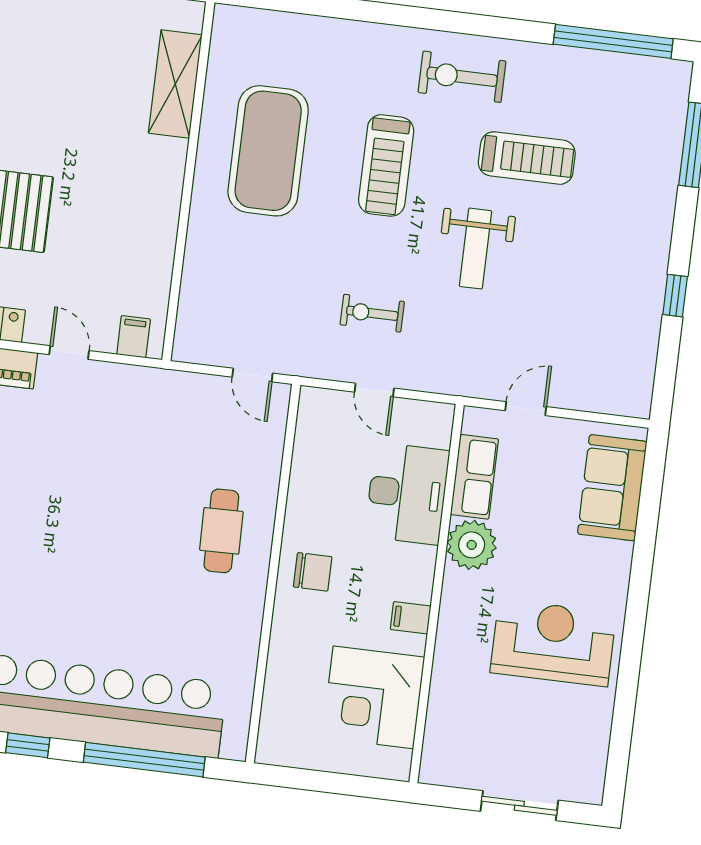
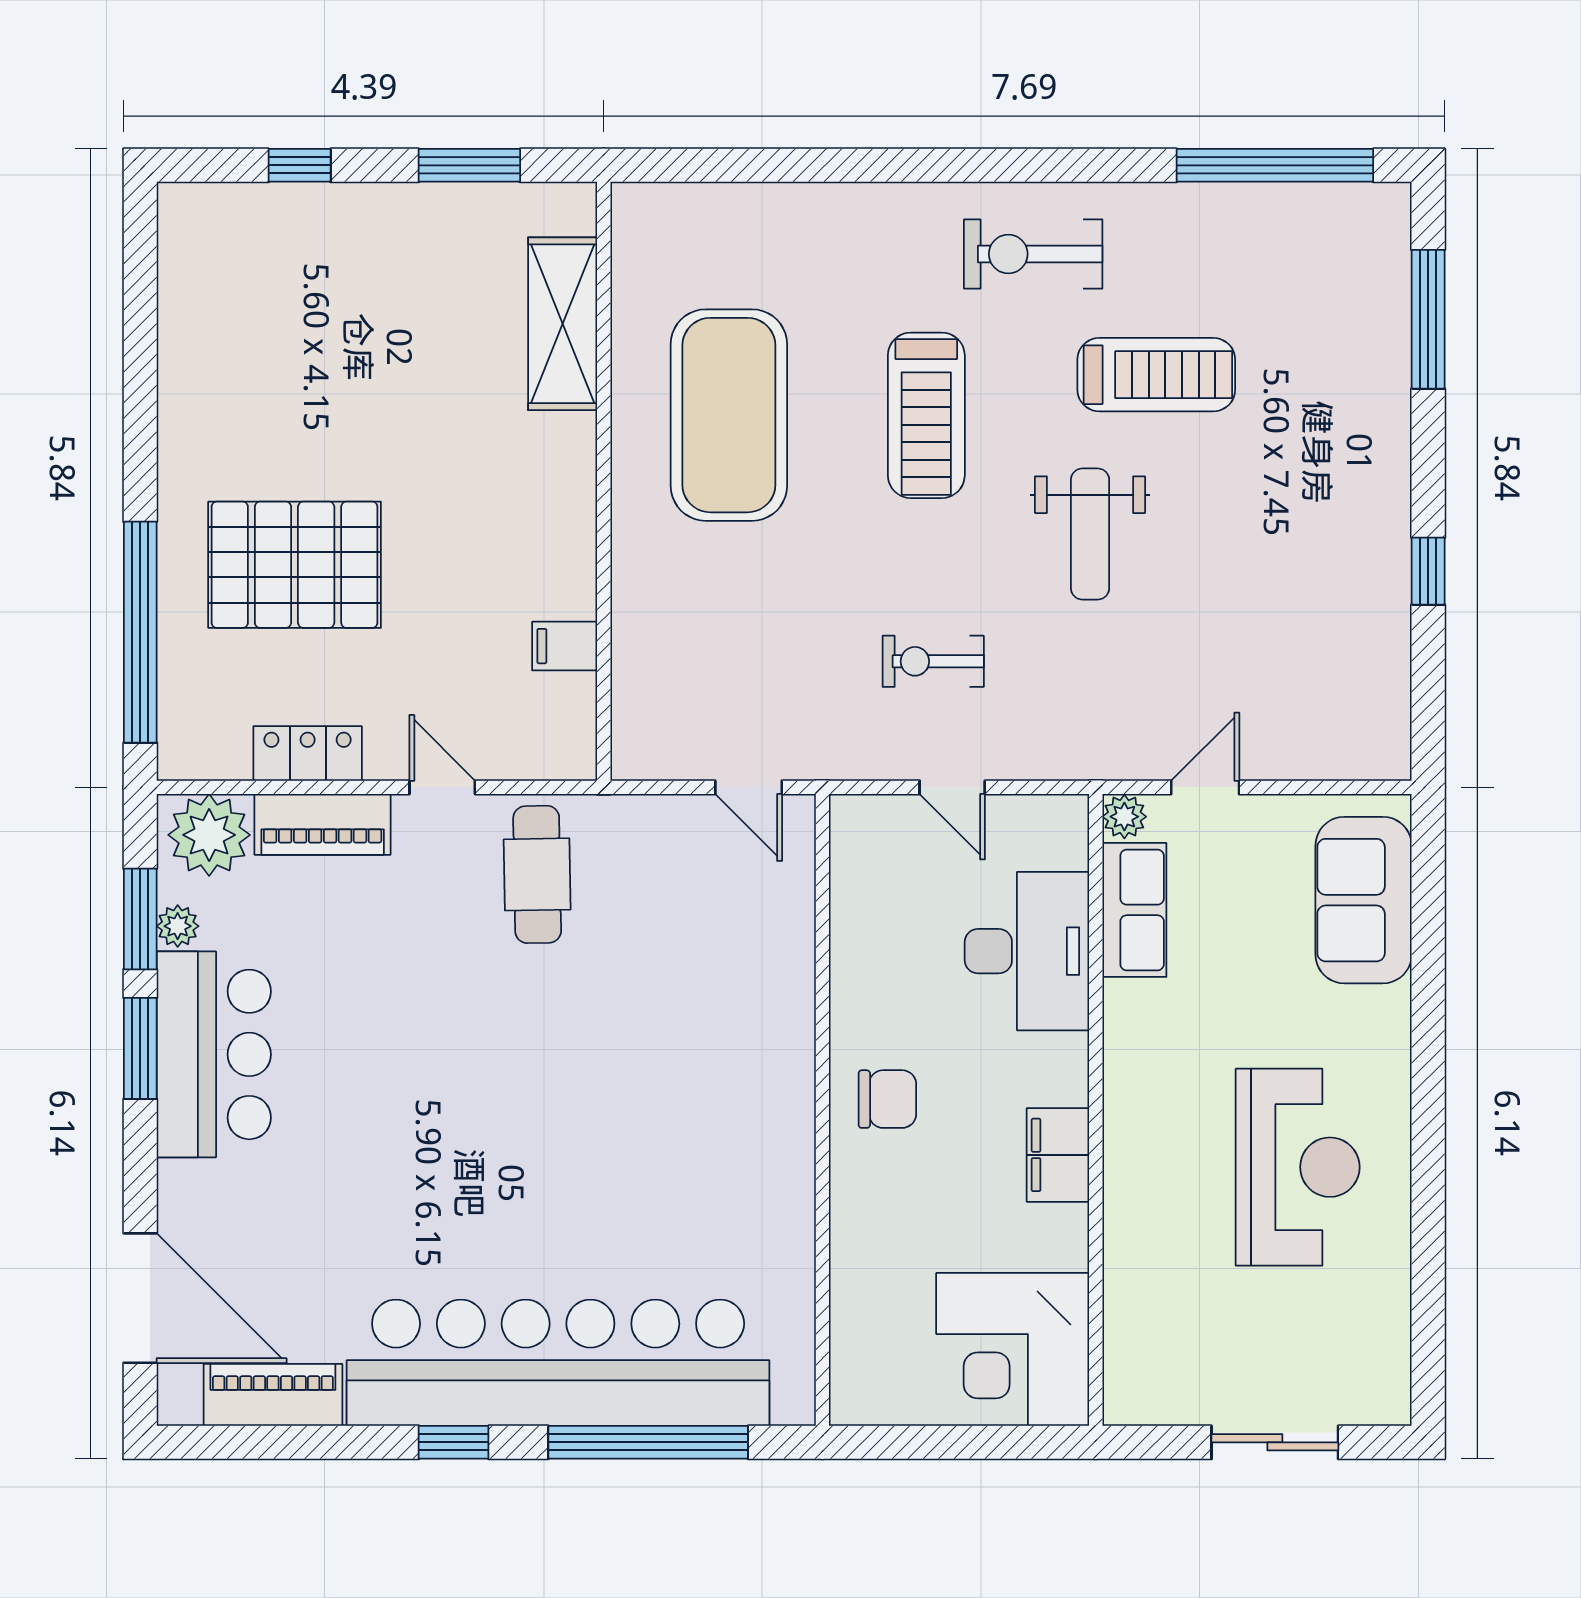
filing cabinet: (134, 337) -> (565, 646), moved, turned -90
cafe table: (221, 531) -> (537, 874), moved
plant: (472, 545) -> (1124, 817), moved, width x0.53, depth x0.53
filing cabinet: (411, 618) -> (1058, 1155), width x2.00
reception desk: (553, 643) -> (1298, 1167), turned 90
corner desk: (373, 697) -> (1013, 1349), moved

